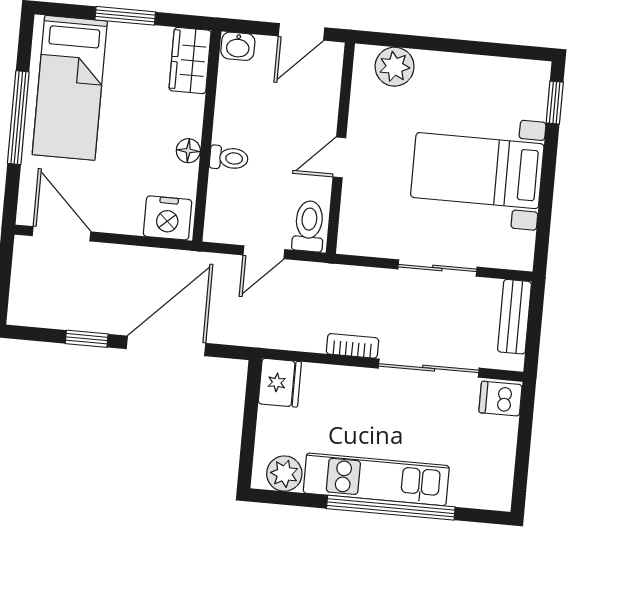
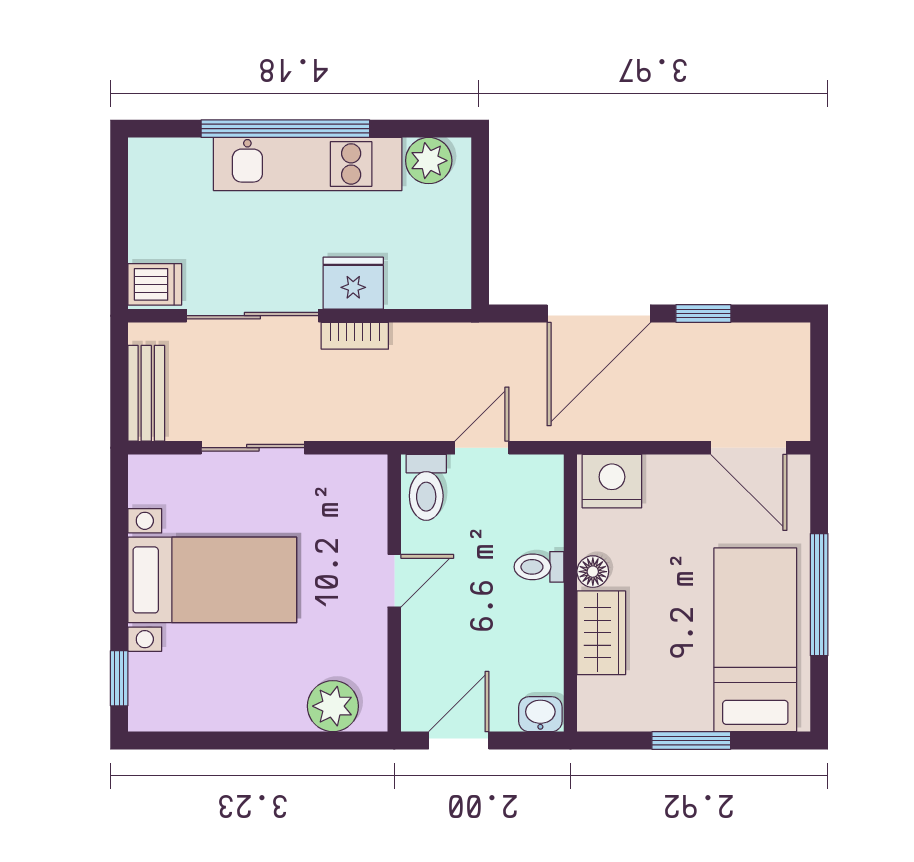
wardrobe: (190, 60) -> (601, 633), moved
fridge: (280, 383) -> (353, 283), moved, turned 90

